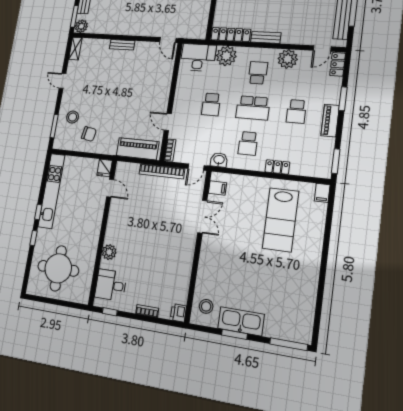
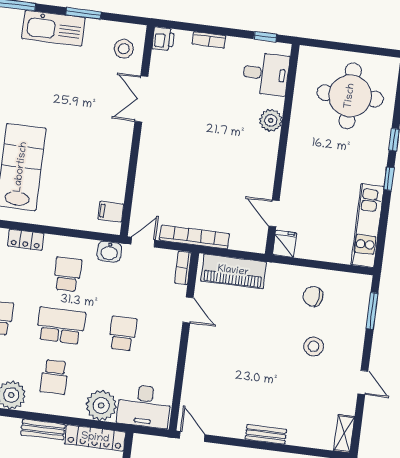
stool: (73, 117) -> (313, 346), moved
kitchen unit: (52, 191) -> (367, 226), width x0.73
double door: (202, 217) -> (141, 99), moved
kitchen sink: (241, 321) -> (53, 28), moved

